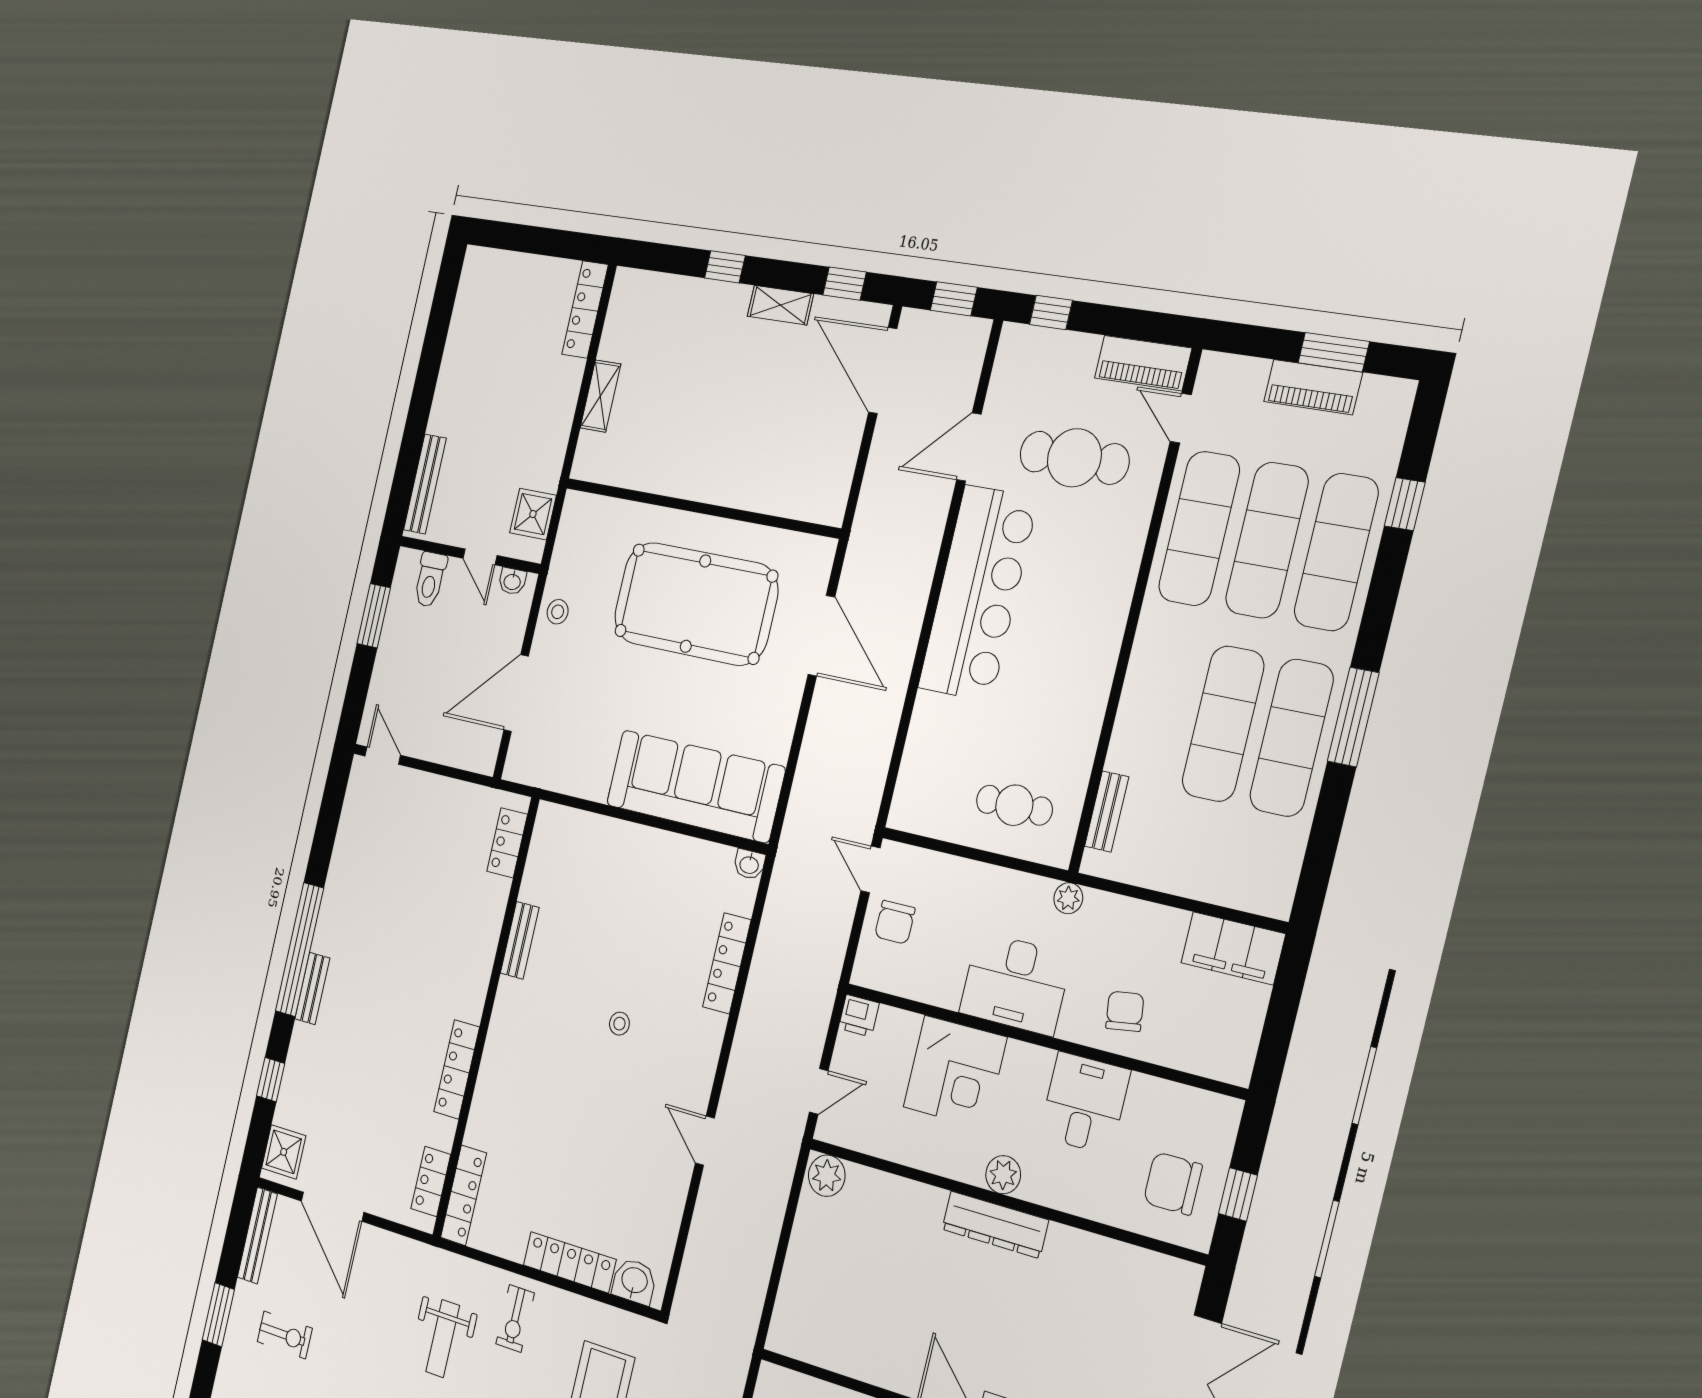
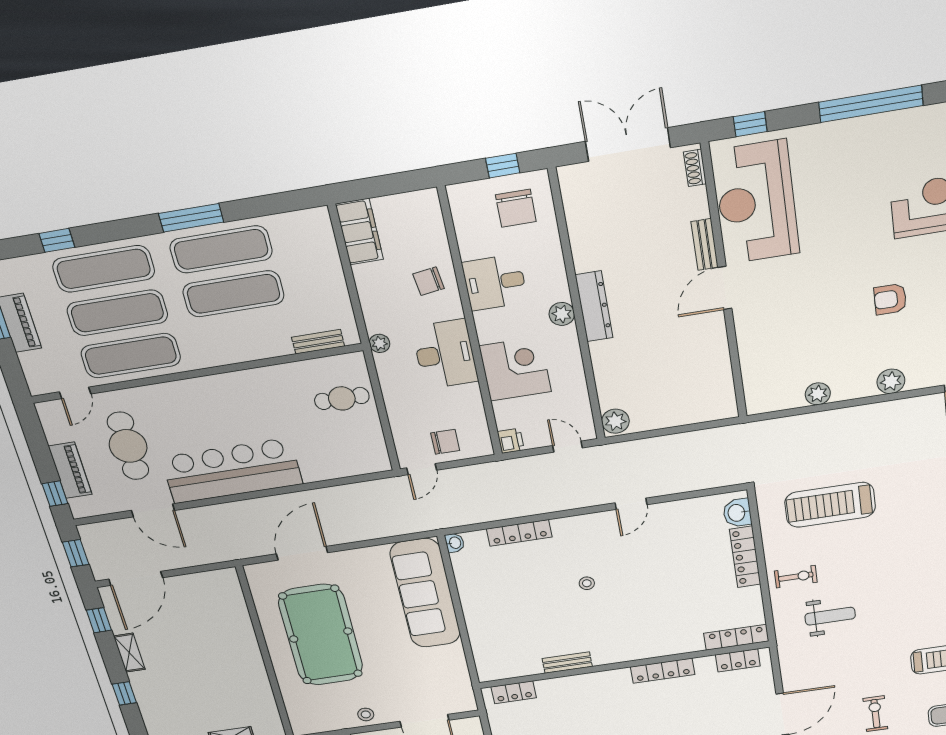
piano: (1143, 363) -> (70, 470), moved
cafe table: (1014, 805) -> (342, 398), turned 90

